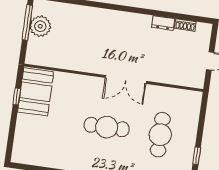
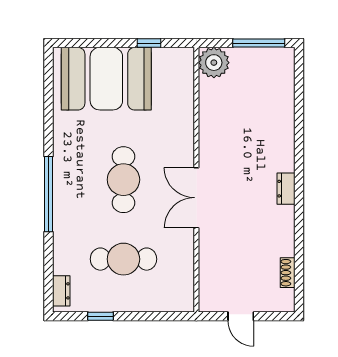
dresser: (163, 23) -> (286, 189), moved
plant: (40, 26) -> (214, 63), moved
booth: (36, 92) -> (106, 79), moved, width x1.36, depth x1.42

